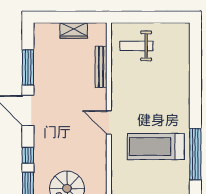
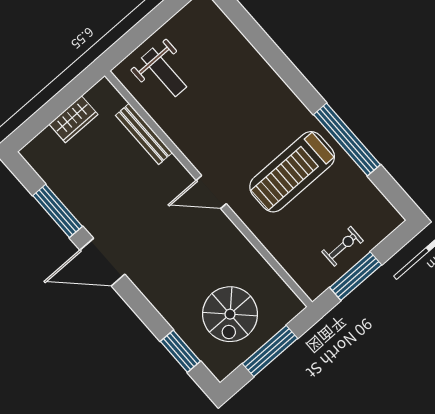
weight bench: (136, 46) -> (164, 72), turned -90
window: (28, 155) -> (149, 315), removed

